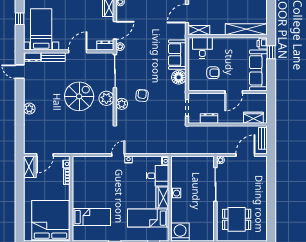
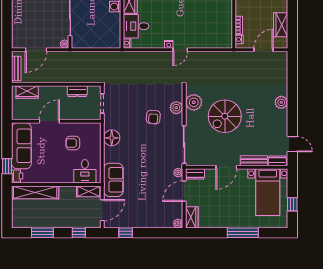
sofa: (177, 55) -> (113, 180), moved
plant: (106, 98) -> (194, 102), moved
wardrobe: (30, 167) -> (281, 25), moved

